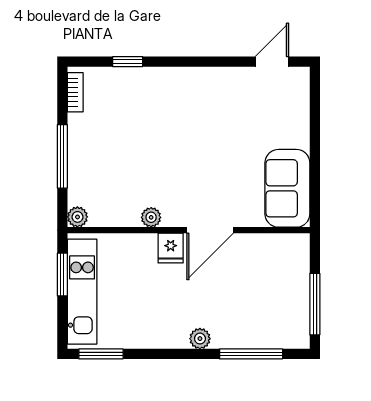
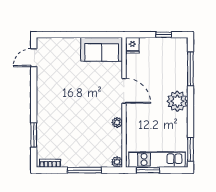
window: (128, 62) -> (34, 135), width x1.50
door: (272, 62) -> (34, 58), hinge flipped
fridge: (171, 248) -> (132, 45), moved, turned 90
window: (315, 304) -> (164, 35), width x0.46
plant: (200, 339) -> (177, 101), width x1.87, depth x1.87

